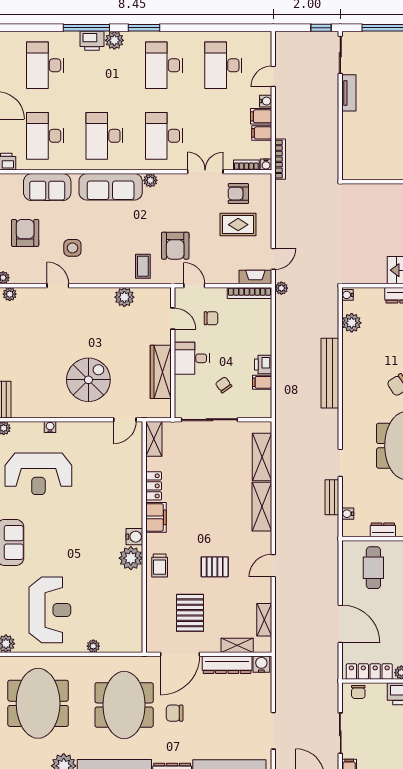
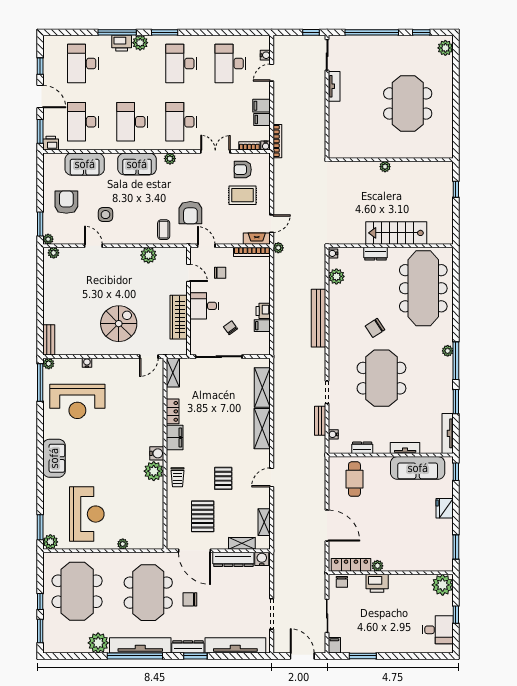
water cooler: (266, 101) -> (265, 55), moved
sofa: (111, 187) -> (137, 164), width x0.73
pallet: (215, 567) -> (223, 478), turned 90
door: (180, 654) -> (194, 551), hinge flipped

